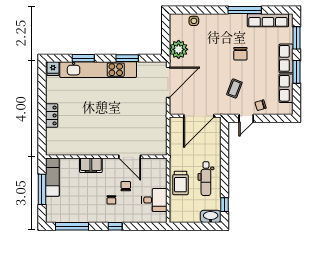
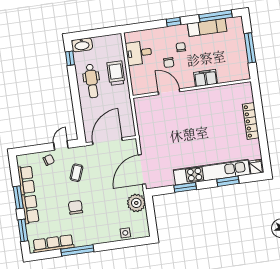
locker: (52, 115) -> (251, 121), width x1.53
exam couch: (52, 177) -> (207, 27), moved, turned -90
dental chair: (206, 179) -> (92, 81), turned 180

